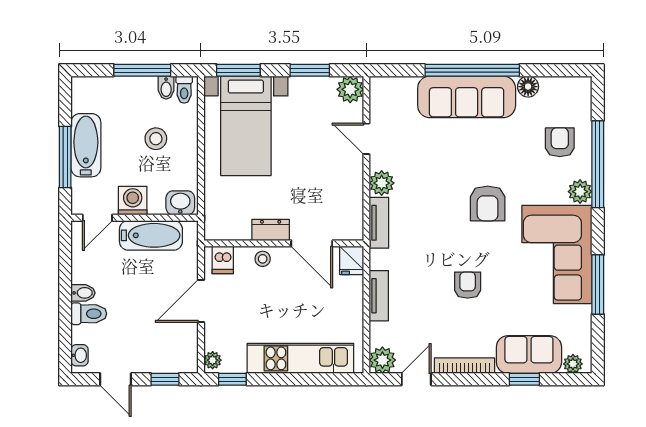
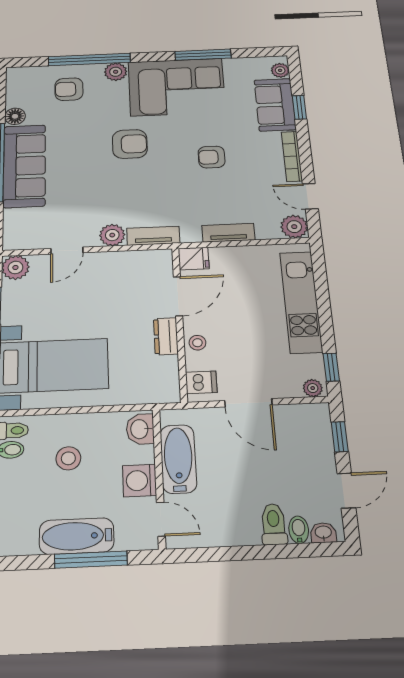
bidet: (83, 293) -> (299, 530), moved

